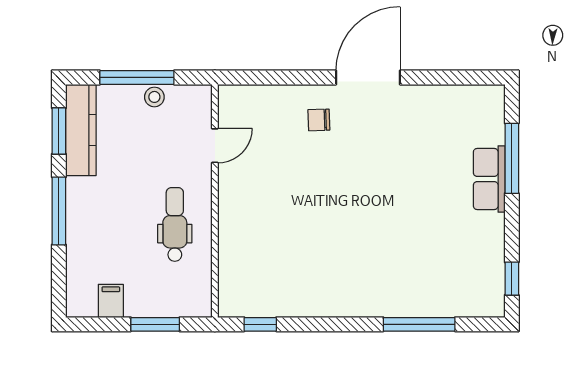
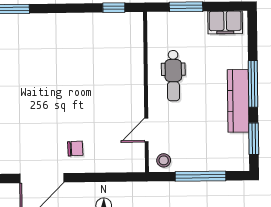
stool: (154, 97) -> (164, 160), moved
kitchen counter: (81, 130) -> (238, 101), moved
filing cabinet: (111, 301) -> (225, 22), width x2.00

